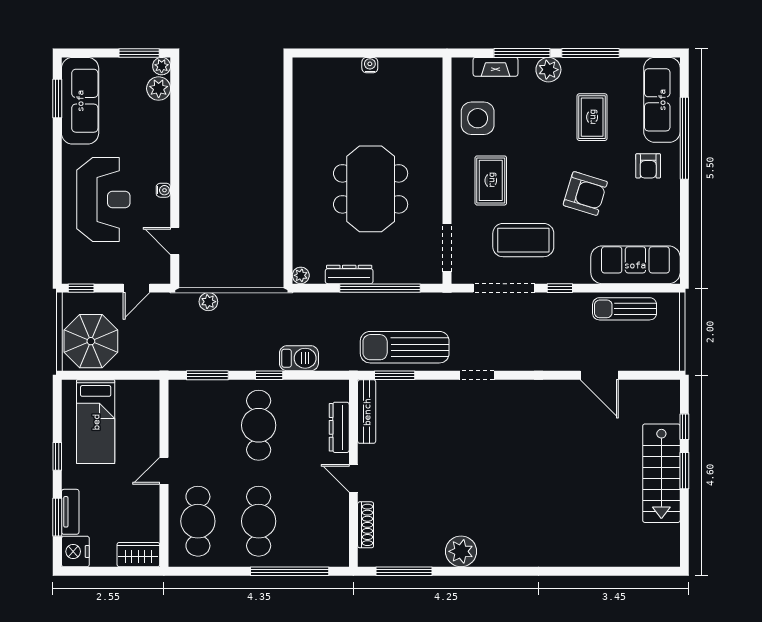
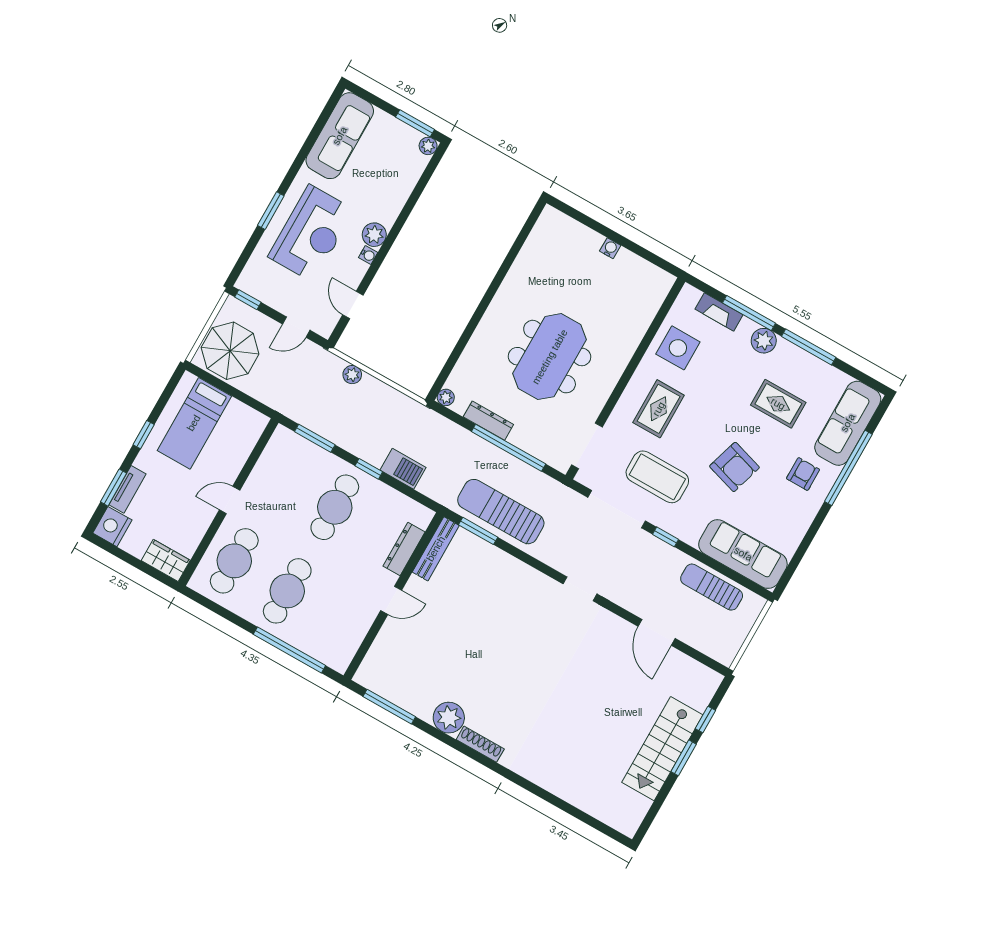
plant: (159, 89) -> (374, 235), moved
window: (57, 98) -> (271, 211), moved
rug: (592, 117) -> (778, 404), turned 90
armchair: (648, 166) -> (803, 474), turned 180
doorway: (477, 375) -> (580, 589), moved
door: (353, 478) -> (391, 600), swing flipped
shoe rack: (366, 525) -> (480, 744), moved, turned -90

